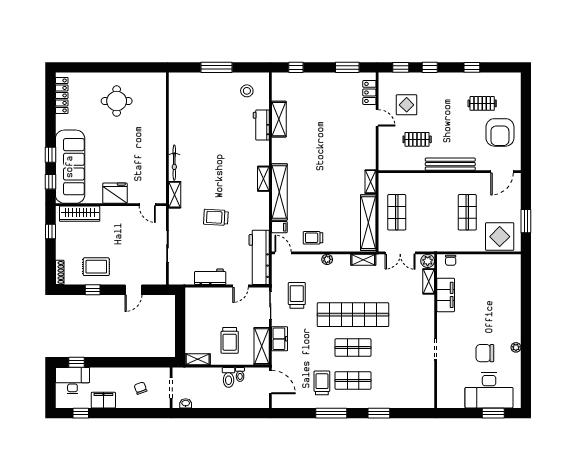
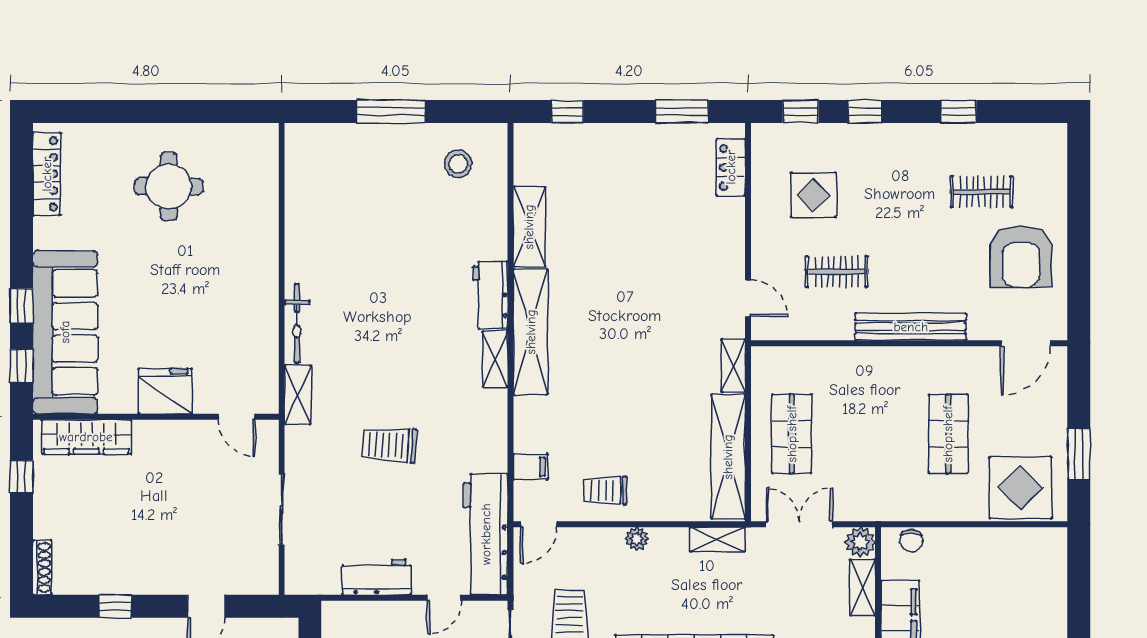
door: (377, 118) -> (748, 298), moved
workbench: (261, 125) -> (490, 295), moved
shelving: (279, 192) -> (531, 332), moved
door: (283, 253) -> (539, 524), swing flipped
double door: (400, 253) -> (799, 524), swing flipped
rug: (96, 267) -> (123, 555), removed

